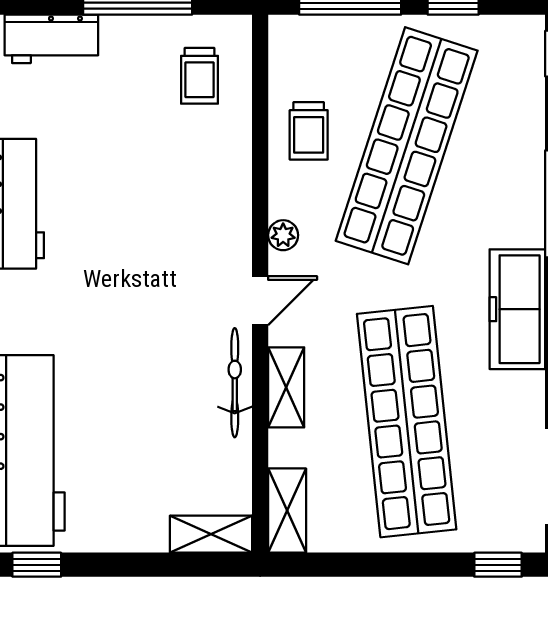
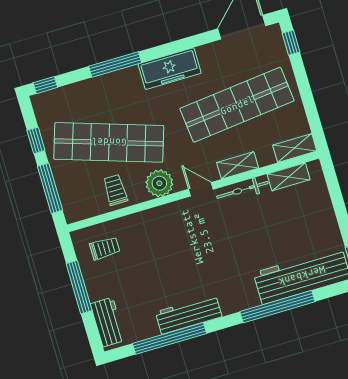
trolley: (309, 131) -> (115, 190), turned -90
plant: (283, 235) -> (159, 183), width x1.88, depth x1.88
shelving: (211, 534) -> (289, 177), moved, turned 90

